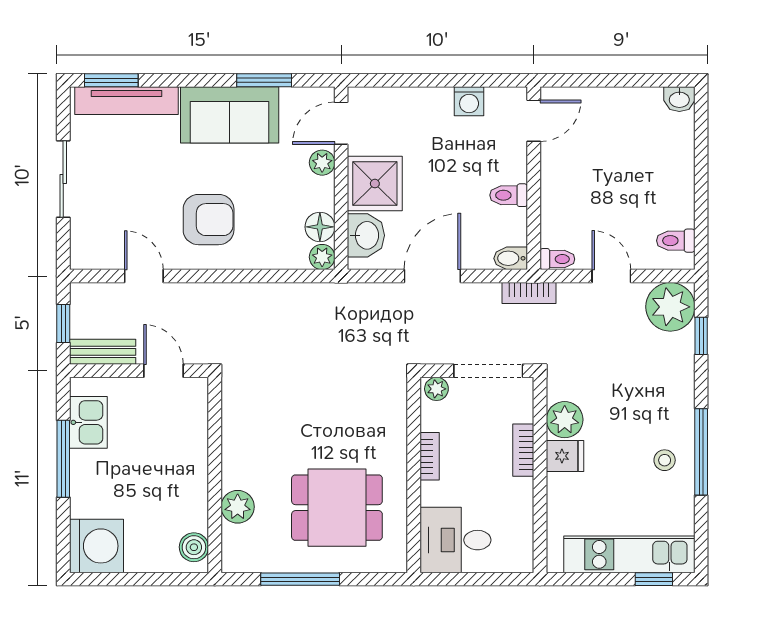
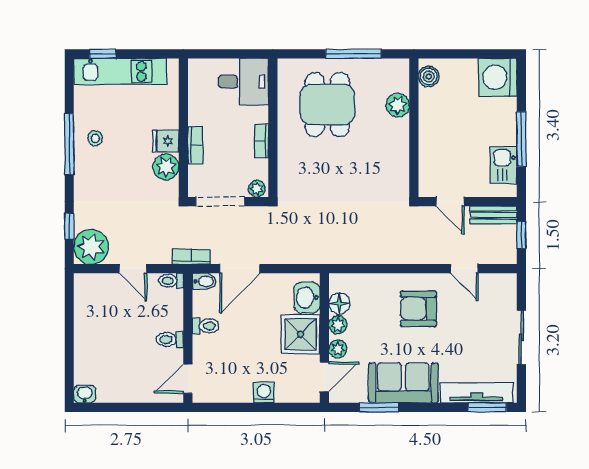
washing machine: (469, 101) -> (264, 393), moved
toilet: (676, 241) -> (170, 339), moved, turned 180
plant: (322, 257) -> (338, 325), moved
door: (432, 276) -> (240, 269), moved
dining table: (337, 508) -> (327, 105), turned 90

